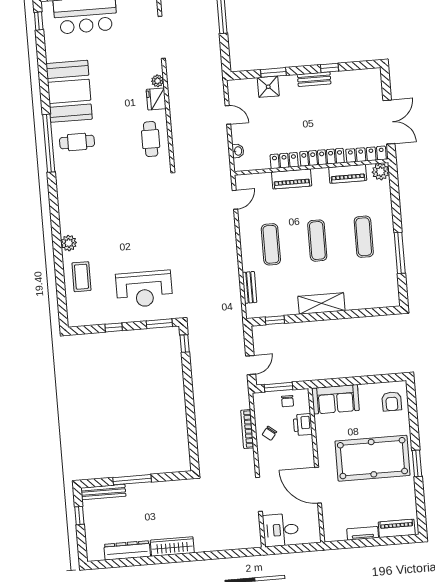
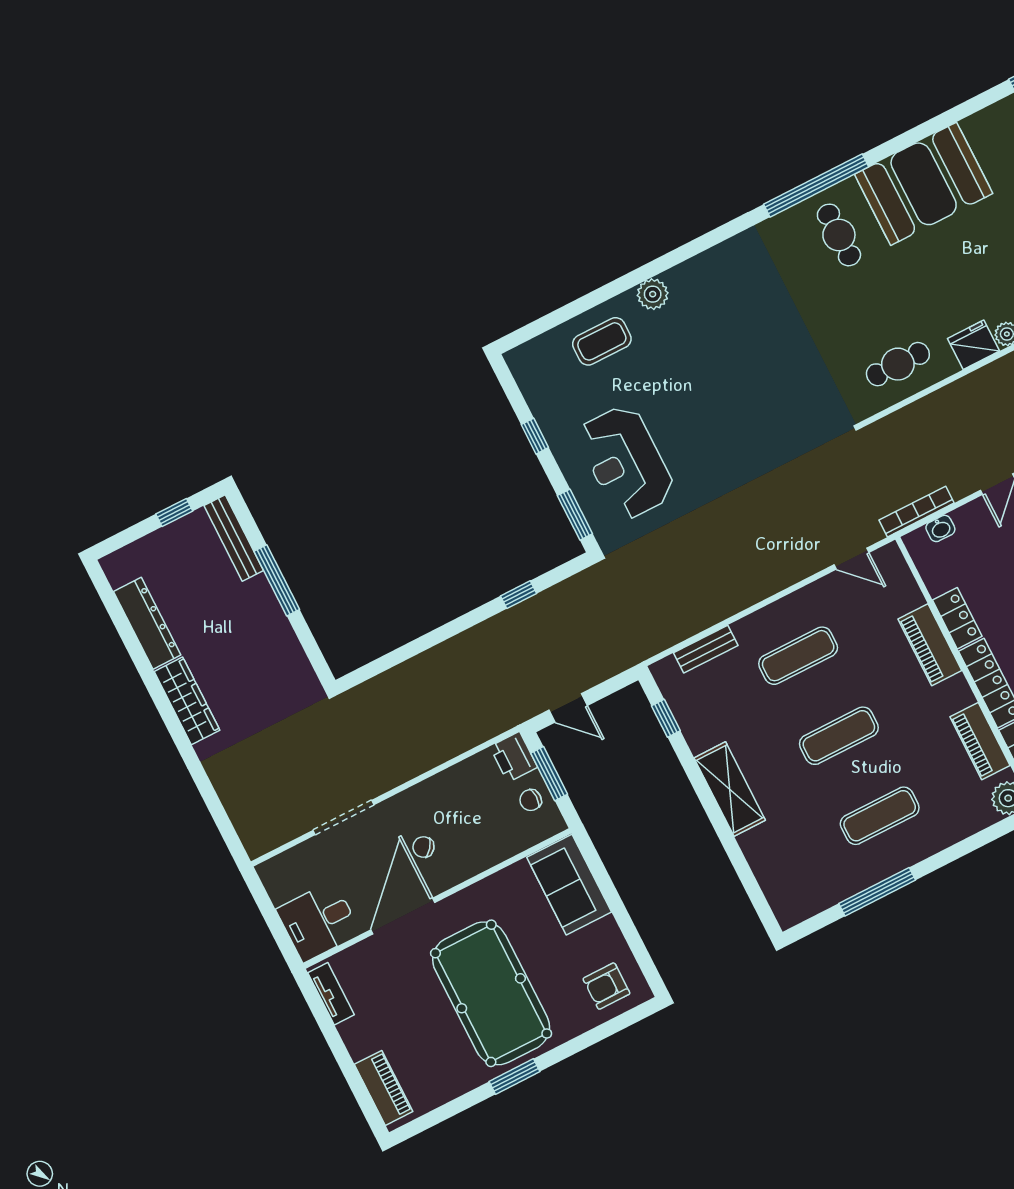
window: (185, 343) -> (518, 595), moved
printer: (303, 425) -> (514, 757), moved, turned -90
bookcase: (247, 429) -> (917, 512), moved
chair: (269, 433) -> (423, 847), moved
desk: (281, 530) -> (319, 921), moved, turned -90
tv unit: (363, 533) -> (331, 994), moved

